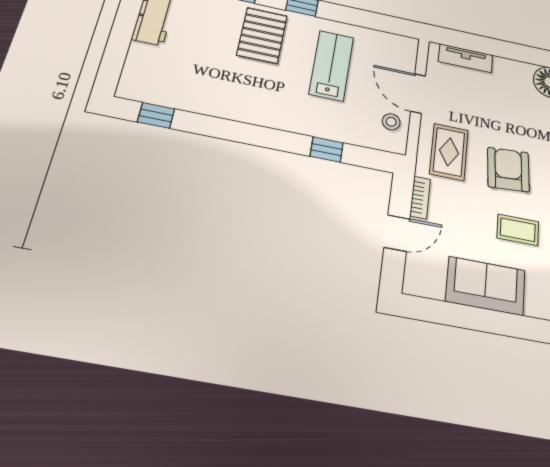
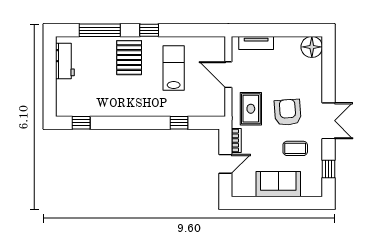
stool: (391, 122) -> (214, 97), removed

